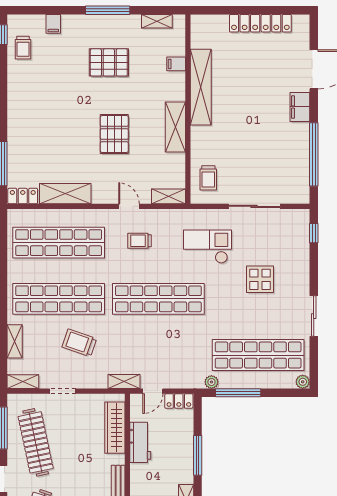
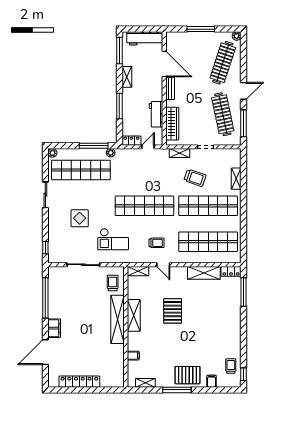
pallet: (109, 62) -> (187, 375), moved
shelving: (201, 87) -> (118, 319), moved
shelving: (23, 382) -> (231, 153), removed
shelving: (124, 382) -> (179, 153), moved

